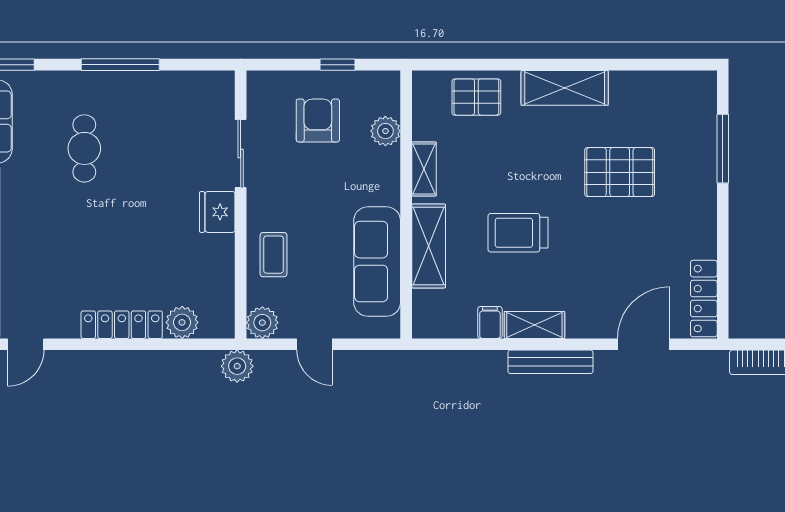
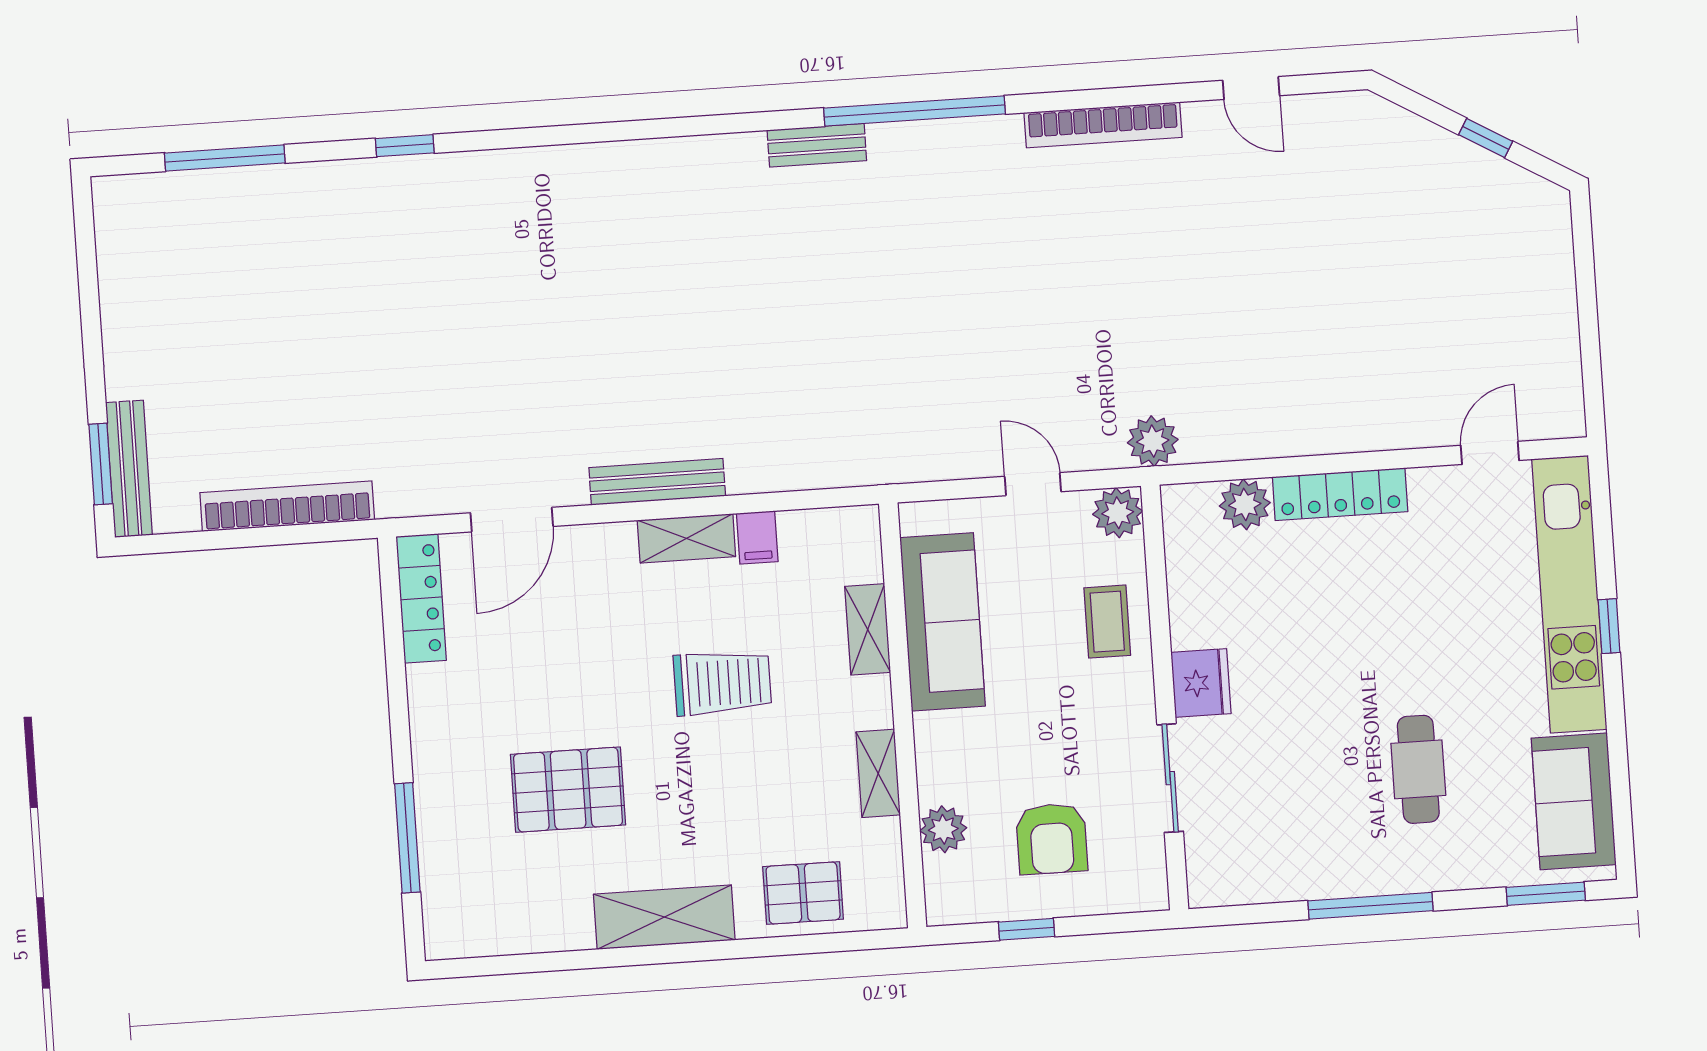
shelving: (429, 246) -> (868, 629), width x0.67, depth x0.75

